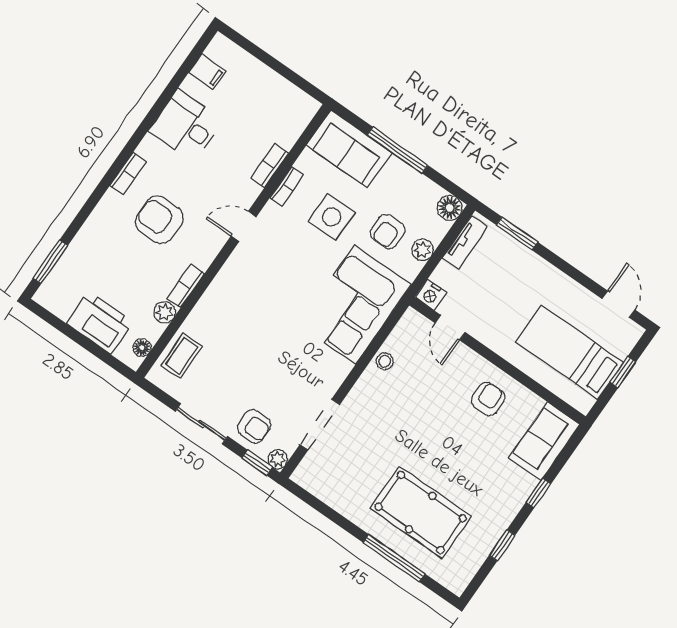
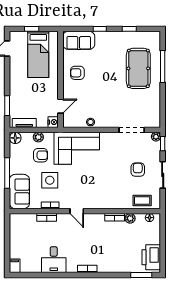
filing cabinet: (207, 72) -> (15, 266), moved
armchair: (159, 220) -> (96, 245), removed
printer: (100, 323) -> (151, 257), moved
armchair: (254, 427) -> (138, 170), moved

